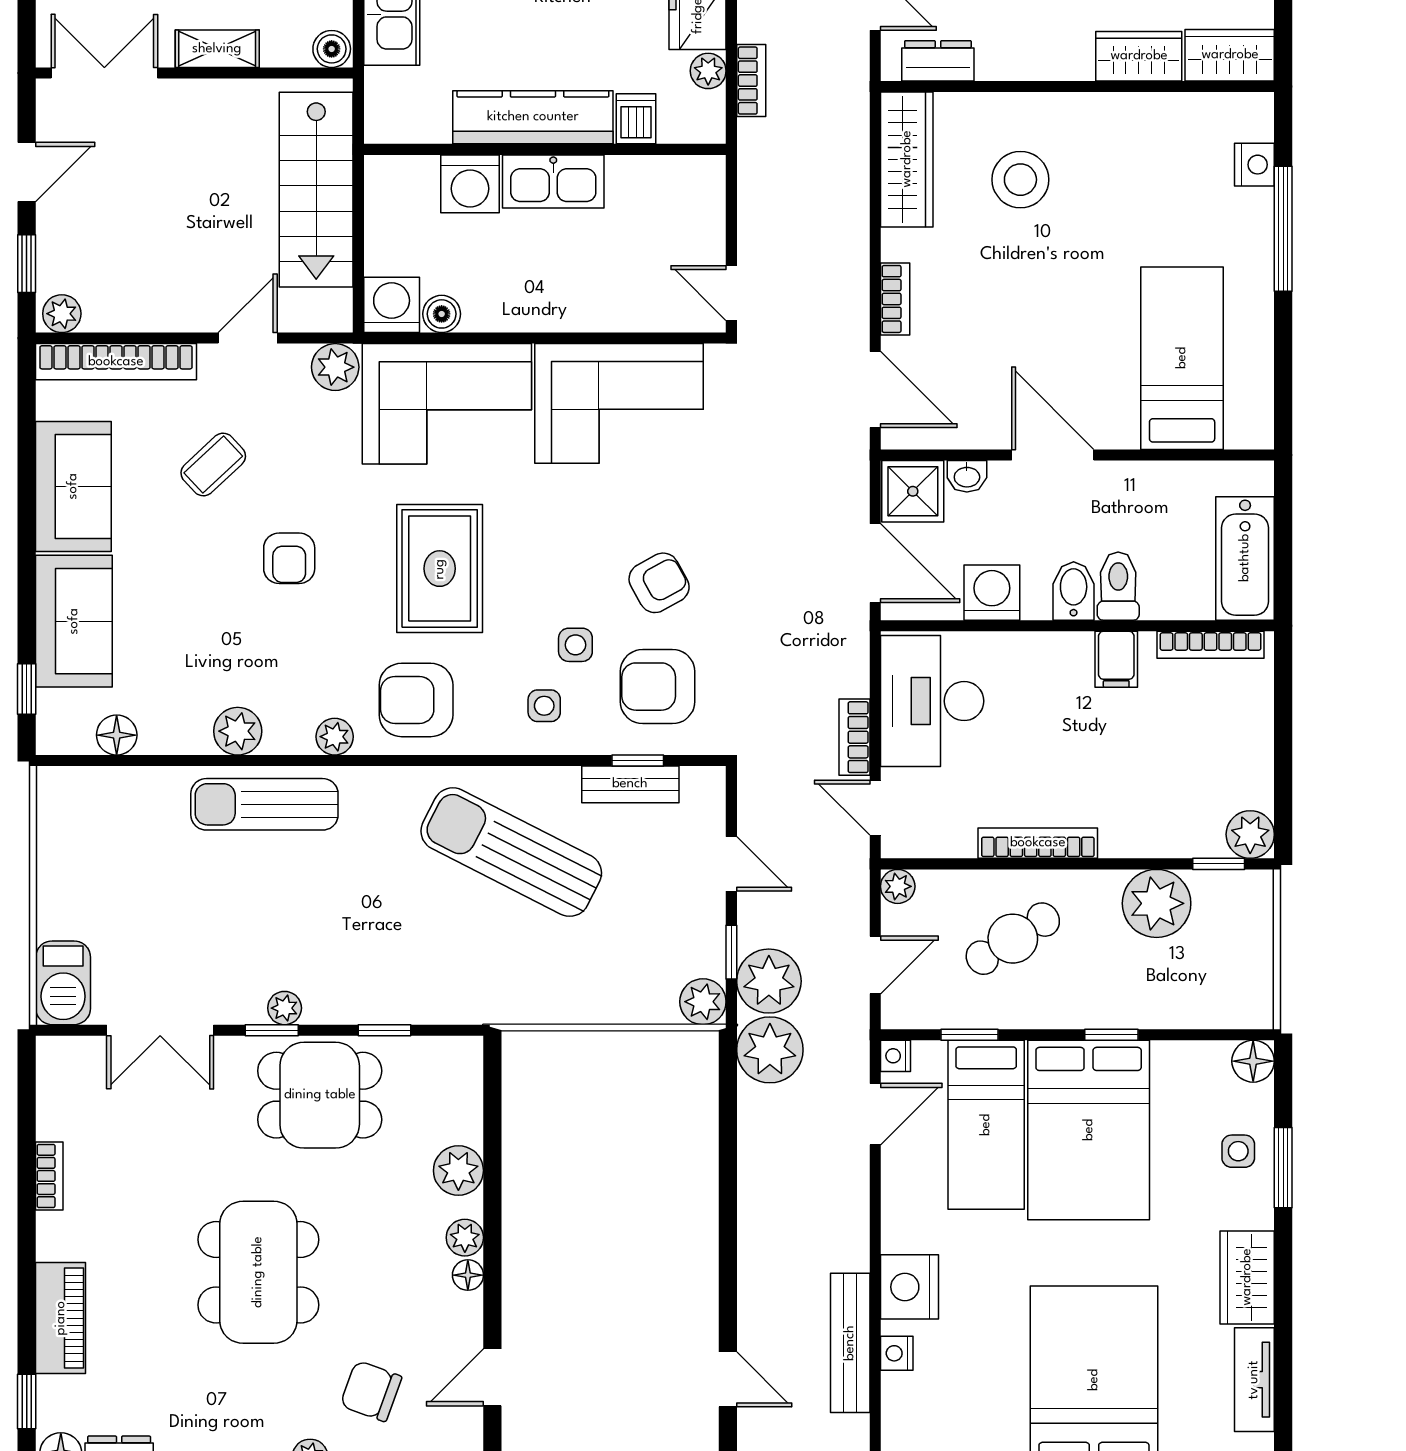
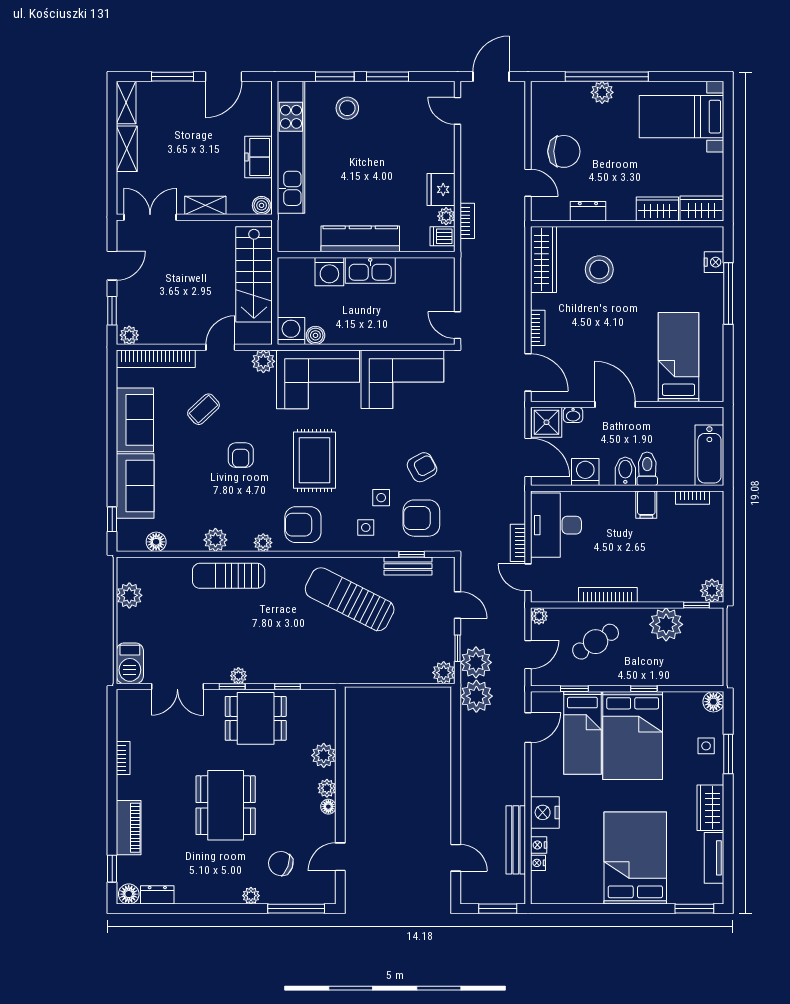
dresser: (938, 61) -> (588, 211), moved
dishwasher: (636, 119) -> (443, 236), moved, turned -90
bookcase: (1211, 645) -> (692, 498), width x0.64
plant: (62, 844) -> (129, 595), added
nightstand: (895, 1056) -> (538, 863), moved

